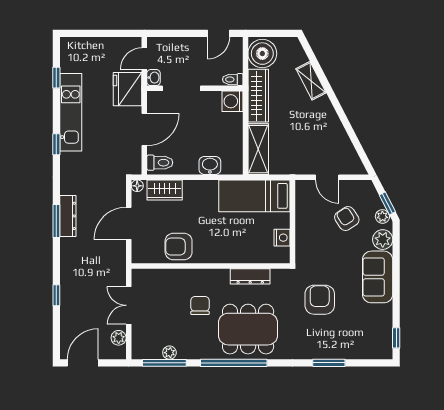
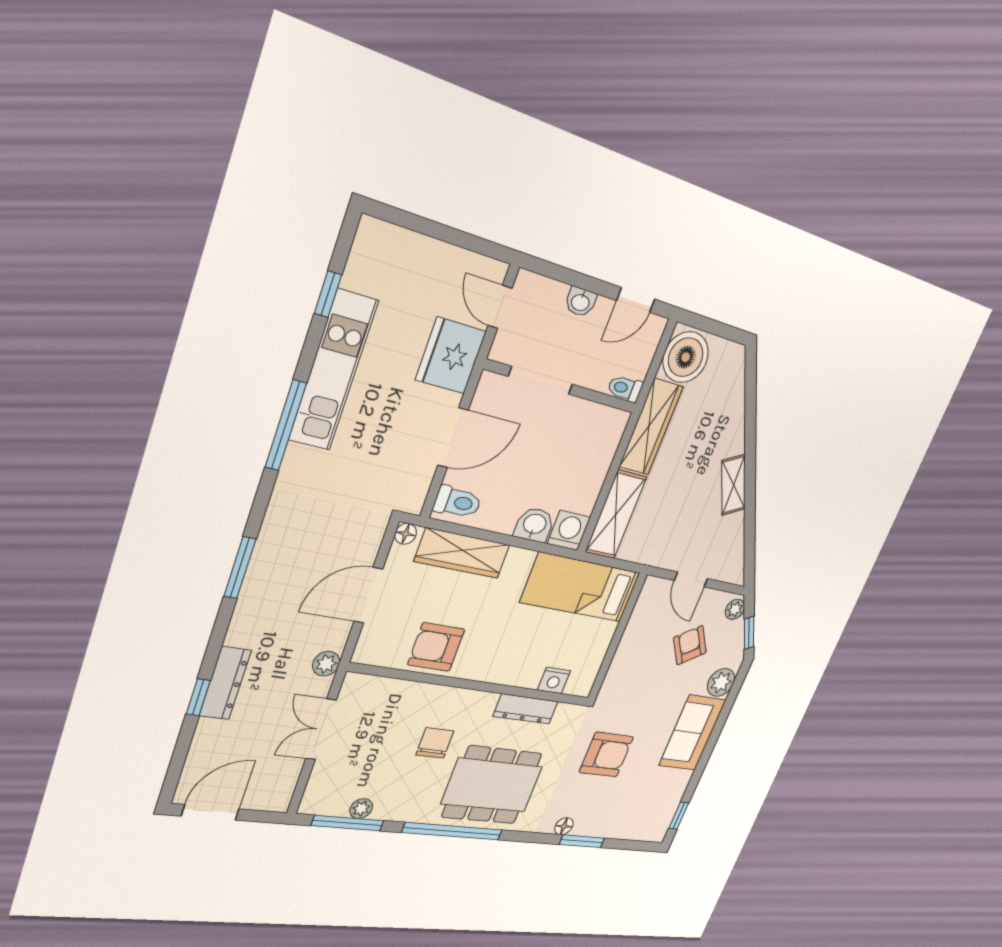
door: (144, 59) -> (500, 307), hinge flipped
washbasin: (154, 78) -> (580, 302), moved, turned 90
shelving: (311, 81) -> (733, 485), moved
washing machine: (232, 101) -> (569, 530), moved, turned 90
window: (56, 144) -> (286, 425), width x2.17
wardrobe: (165, 190) -> (462, 553), width x1.50
dresser: (68, 216) -> (225, 683), moved
plant: (382, 217) -> (735, 609), moved
nightstand: (282, 238) -> (554, 680), moved, turned 90
armchair: (320, 300) -> (606, 755), turned 90
plant: (119, 338) -> (326, 664), moved
floor lamp: (311, 353) -> (564, 826), added

